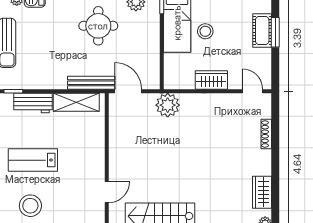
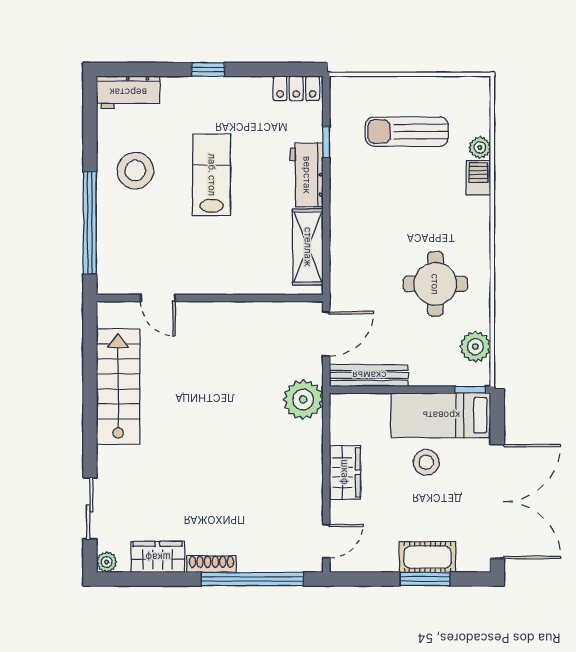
bench: (91, 83) -> (369, 375), moved, turned 90
shoe rack: (266, 134) -> (211, 564), moved
window: (275, 136) -> (252, 579), added

